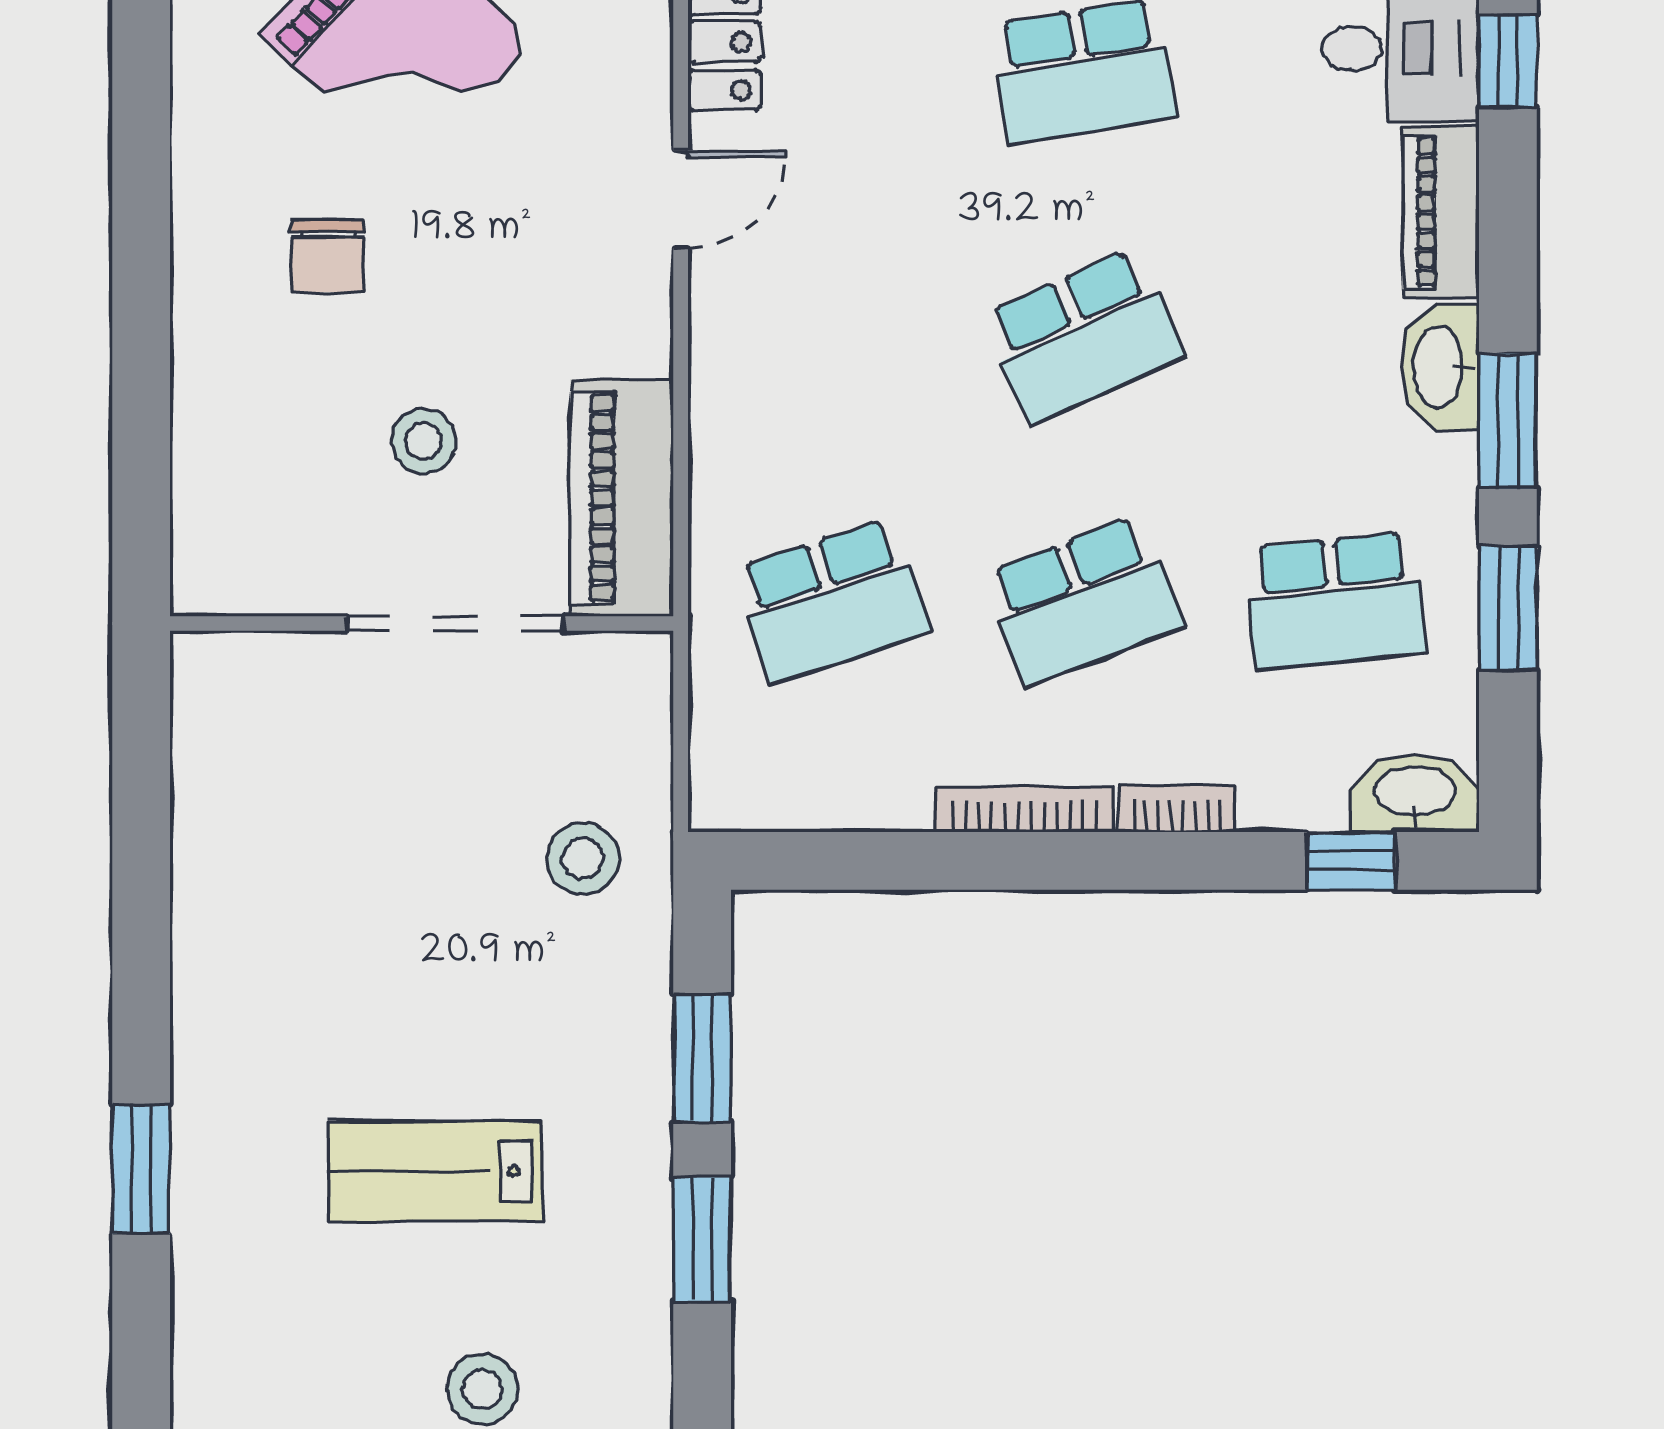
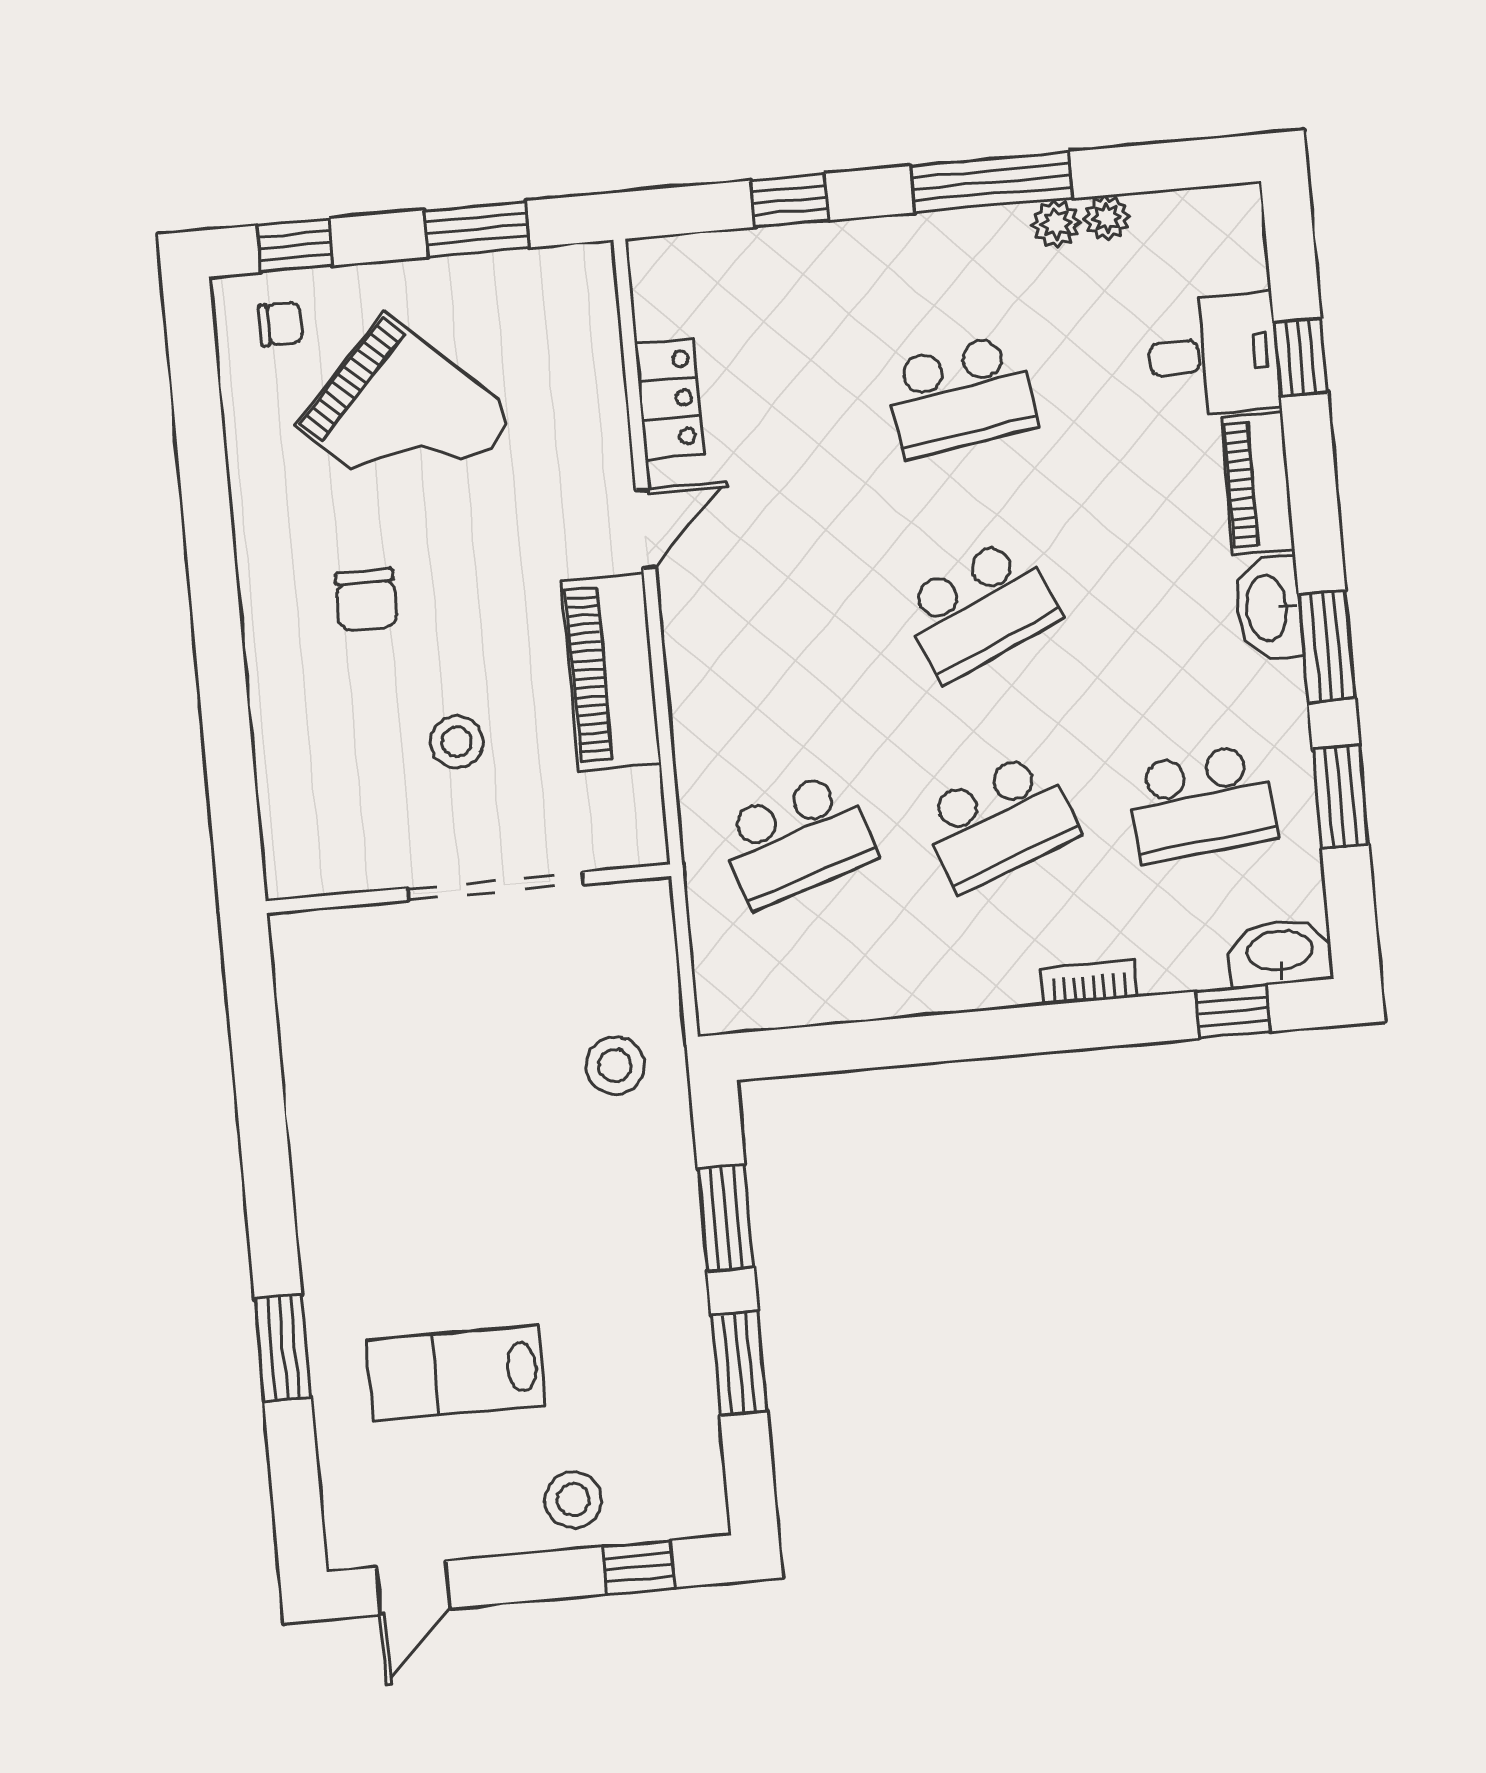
piano: (622, 498) -> (611, 672), moved
bookcase: (1024, 809) -> (967, 994), removed
lab bench: (435, 1171) -> (456, 1373), moved

